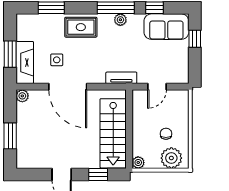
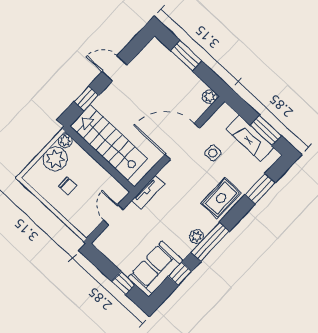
window: (10, 54) -> (266, 131), moved
fireplace: (25, 63) -> (250, 138), moved
plant: (171, 158) -> (55, 159), moved

